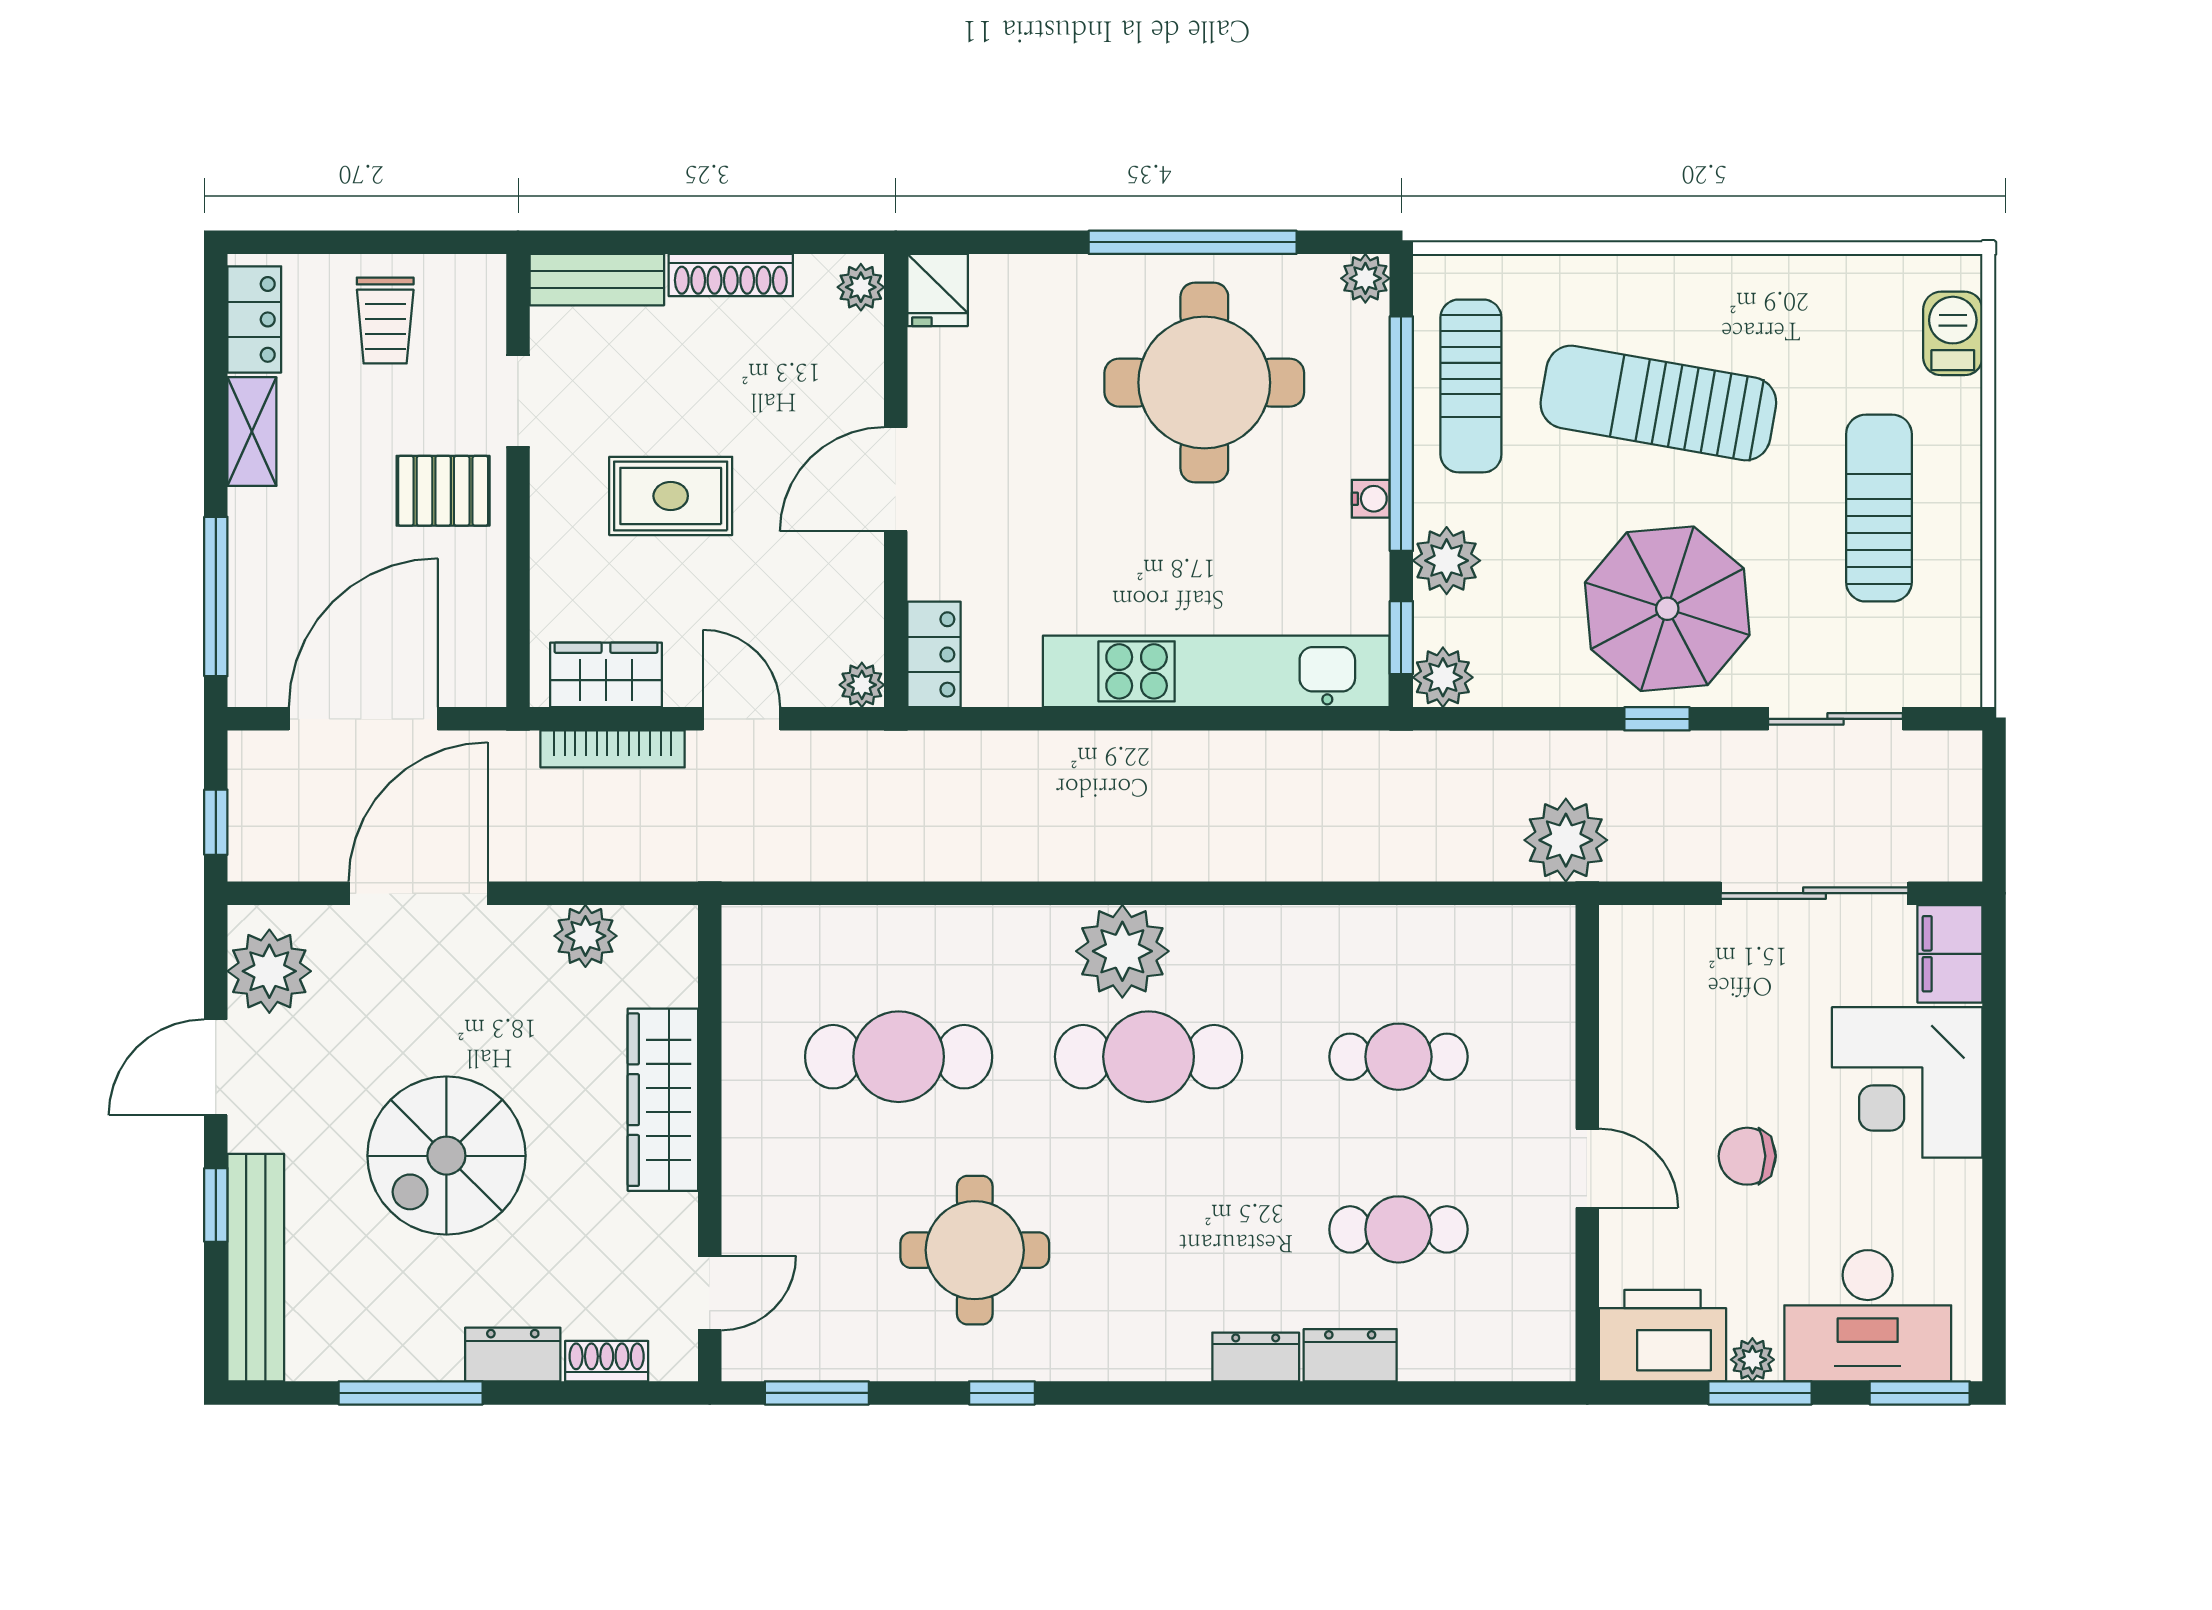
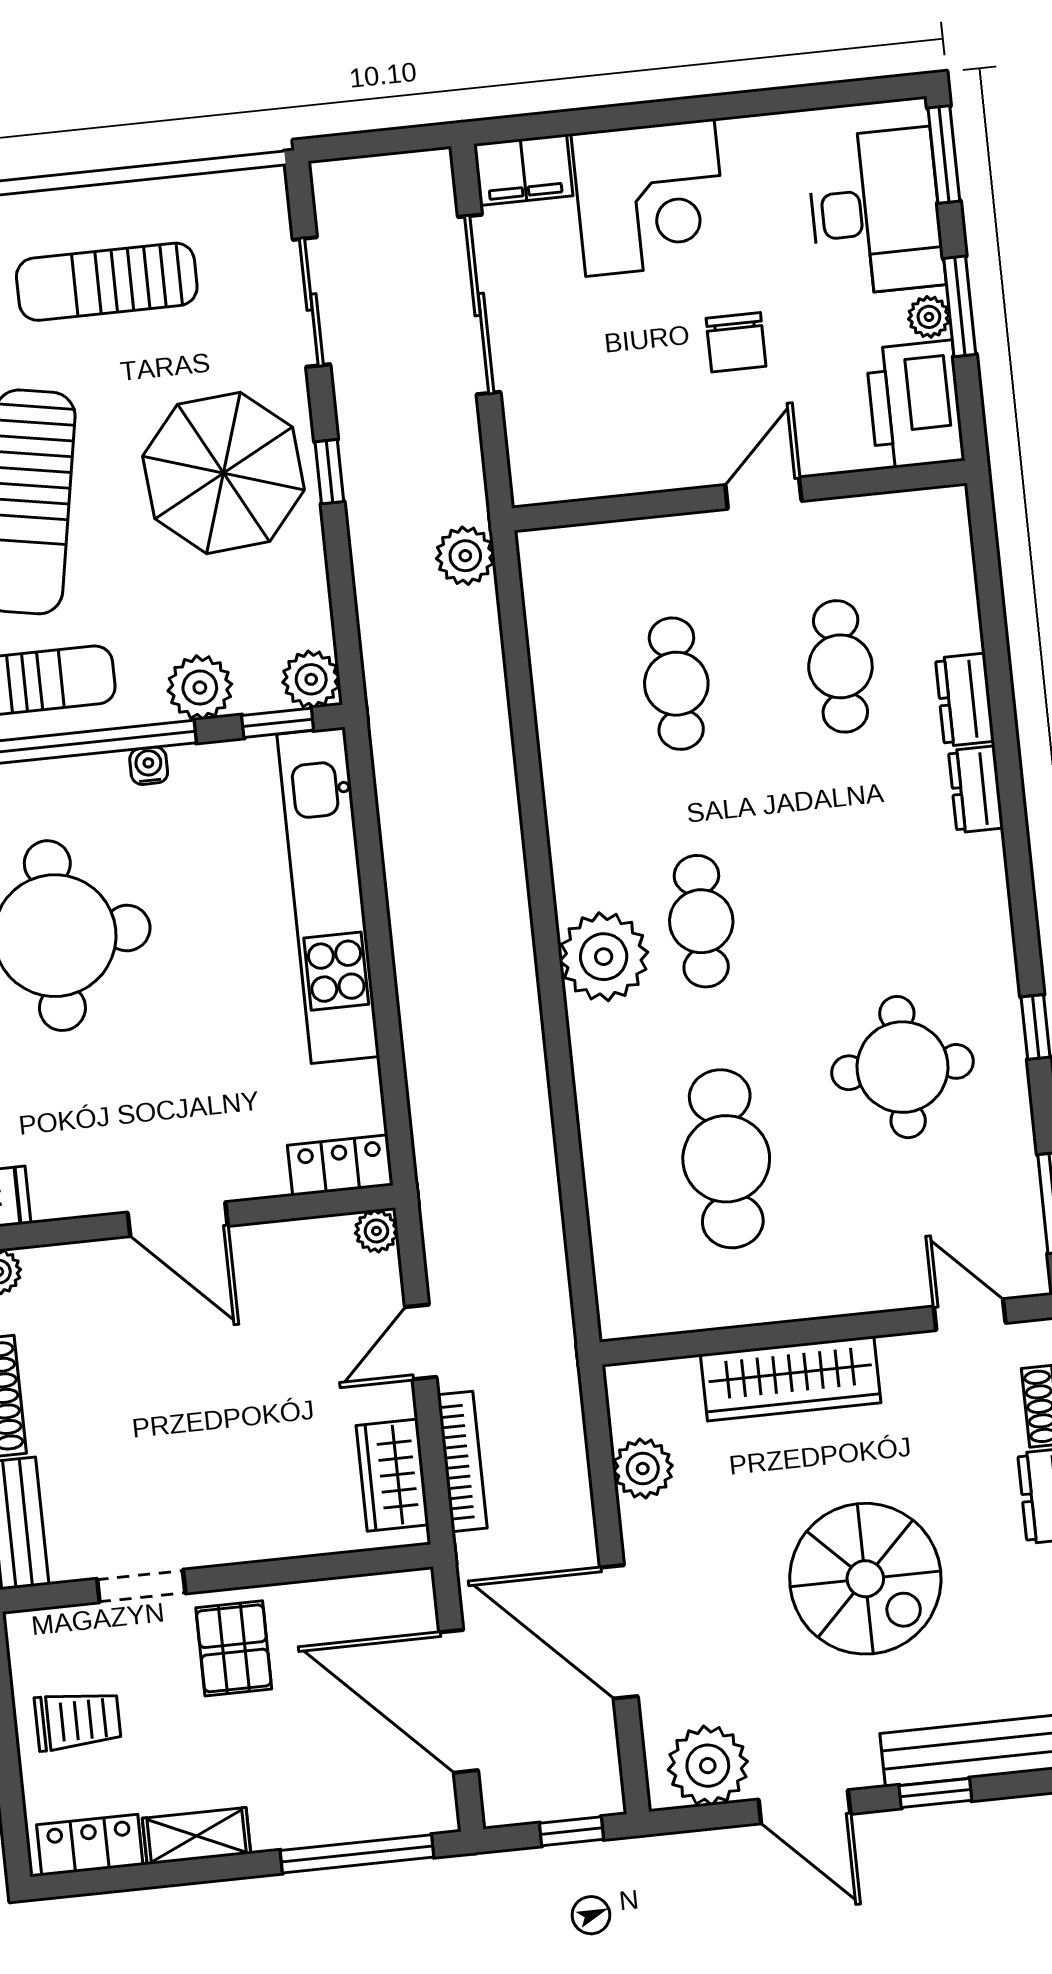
rug: (671, 496) -> (216, 1431), removed
plant: (1566, 840) -> (465, 556), width x0.73, depth x0.73
cafe table: (1149, 1057) -> (701, 921), width x0.73, depth x0.74

